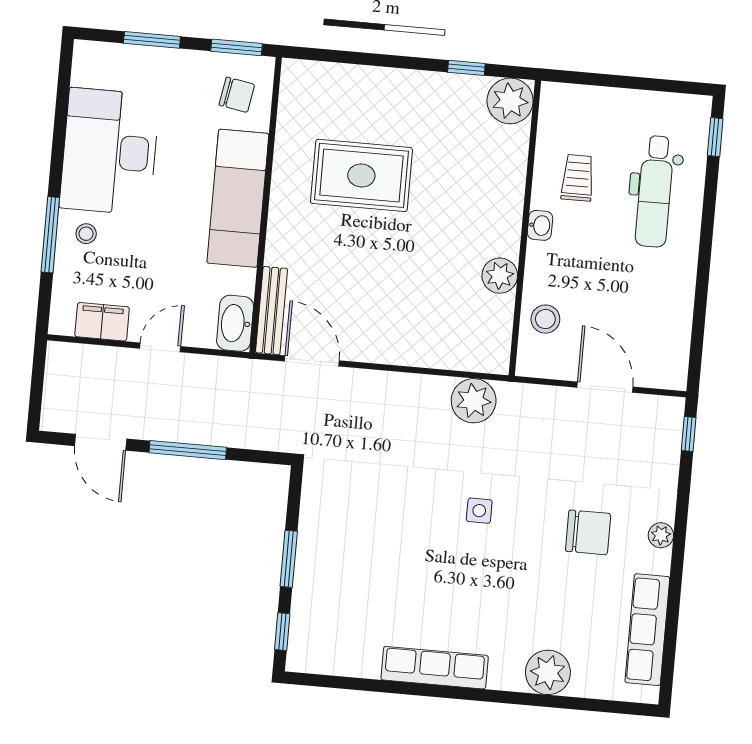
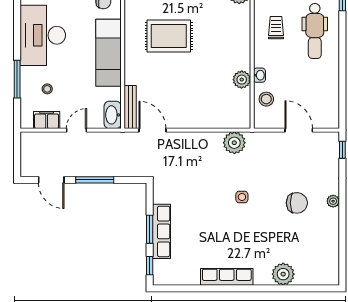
washbasin: (540, 225) -> (259, 75), moved
stool: (86, 234) -> (47, 89), moved
row of seats: (647, 630) -> (161, 231), moved, turned 180

